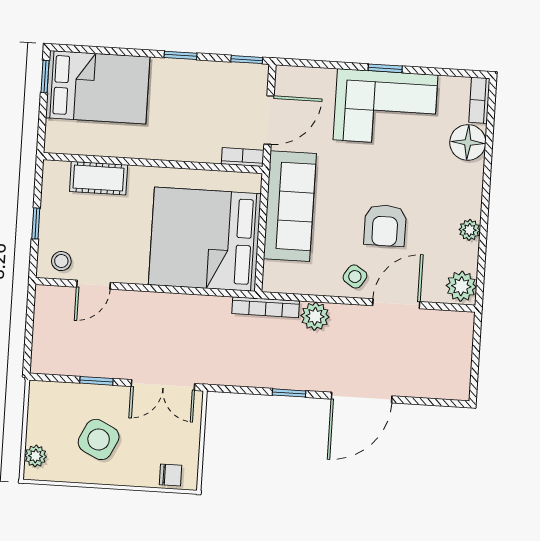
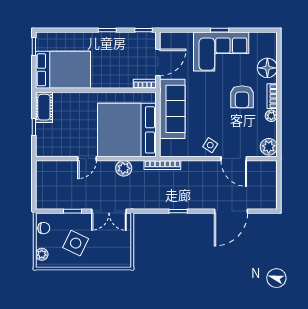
bed: (98, 87) -> (63, 70), moved
bookcase: (479, 100) -> (272, 96), moved
cot: (99, 178) -> (44, 107), moved, turned 90
armchair: (385, 225) -> (242, 97), moved
stool: (61, 261) -> (49, 147), removed
door: (93, 285) -> (87, 159), moved
door: (396, 304) -> (234, 159), swing flipped
plant: (315, 316) -> (124, 168), moved
door: (362, 398) -> (231, 211), moved
chair: (170, 475) -> (44, 228), moved

